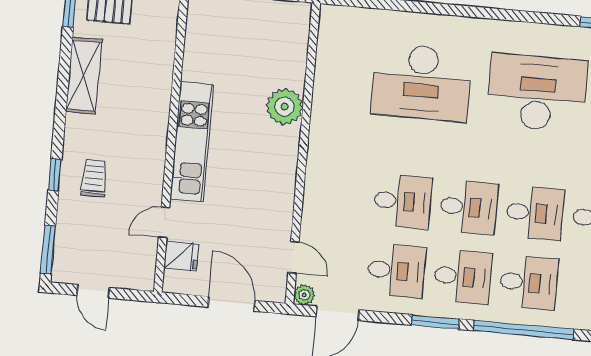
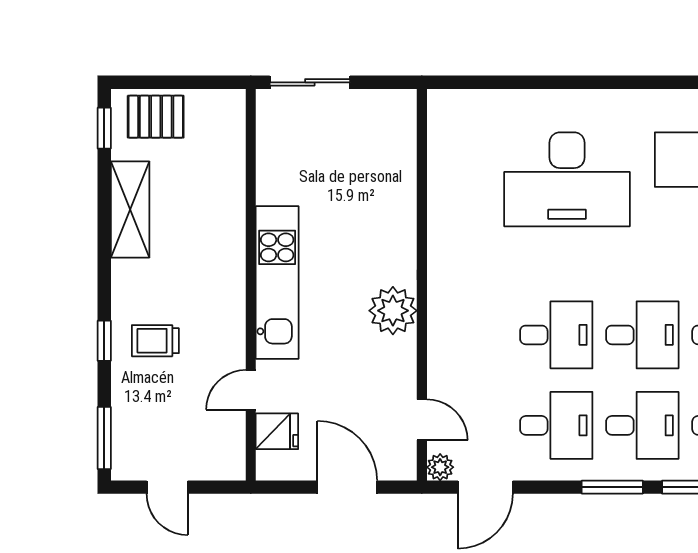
plant: (285, 107) -> (393, 311), moved
trolley: (94, 178) -> (155, 341), turned -90

